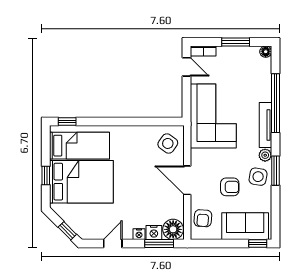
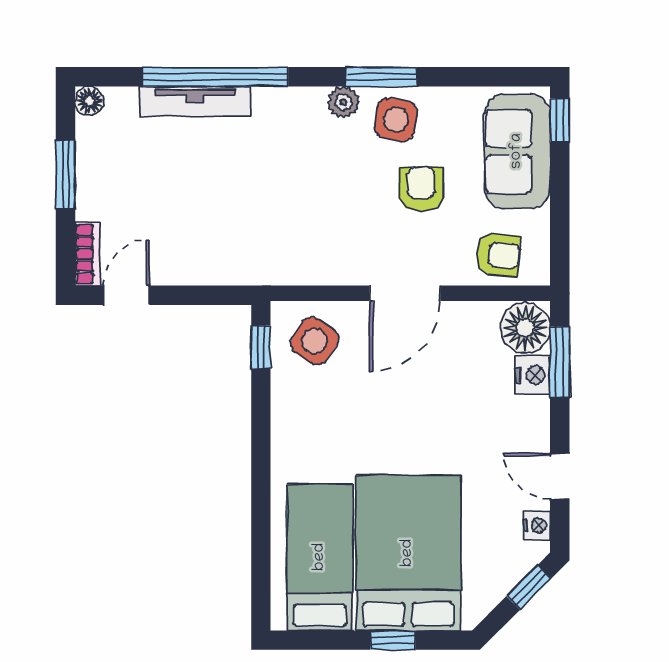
corner sofa: (213, 116) -> (247, 229), removed
window: (67, 122) -> (261, 347), moved
tv unit: (265, 125) -> (195, 101), moved
nightstand: (139, 234) -> (537, 525), moved

